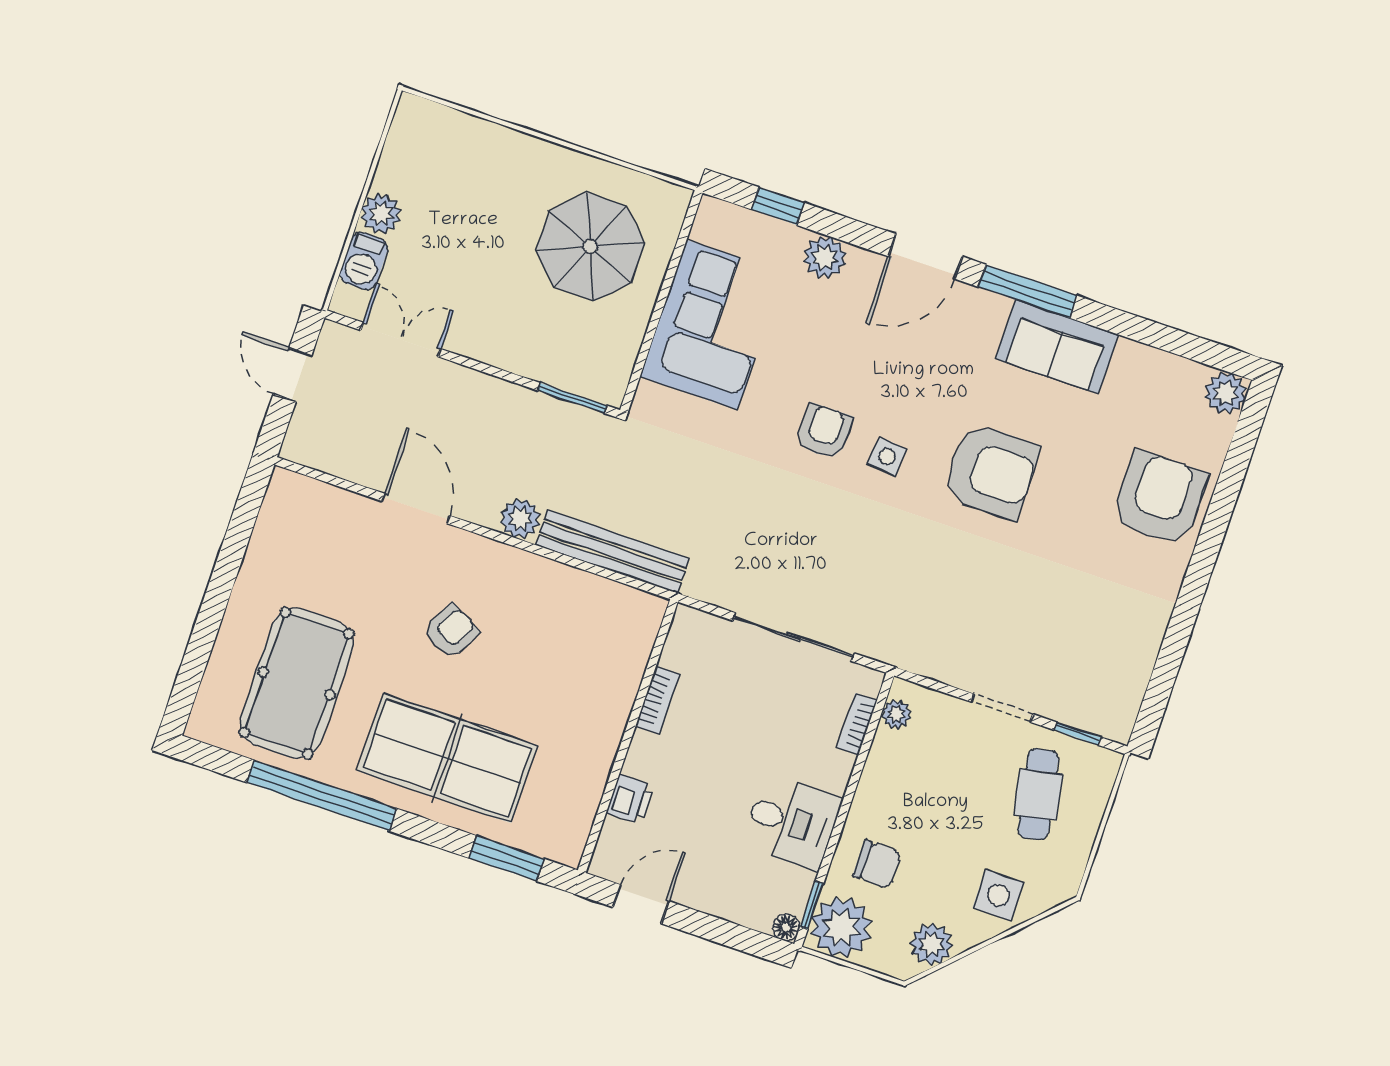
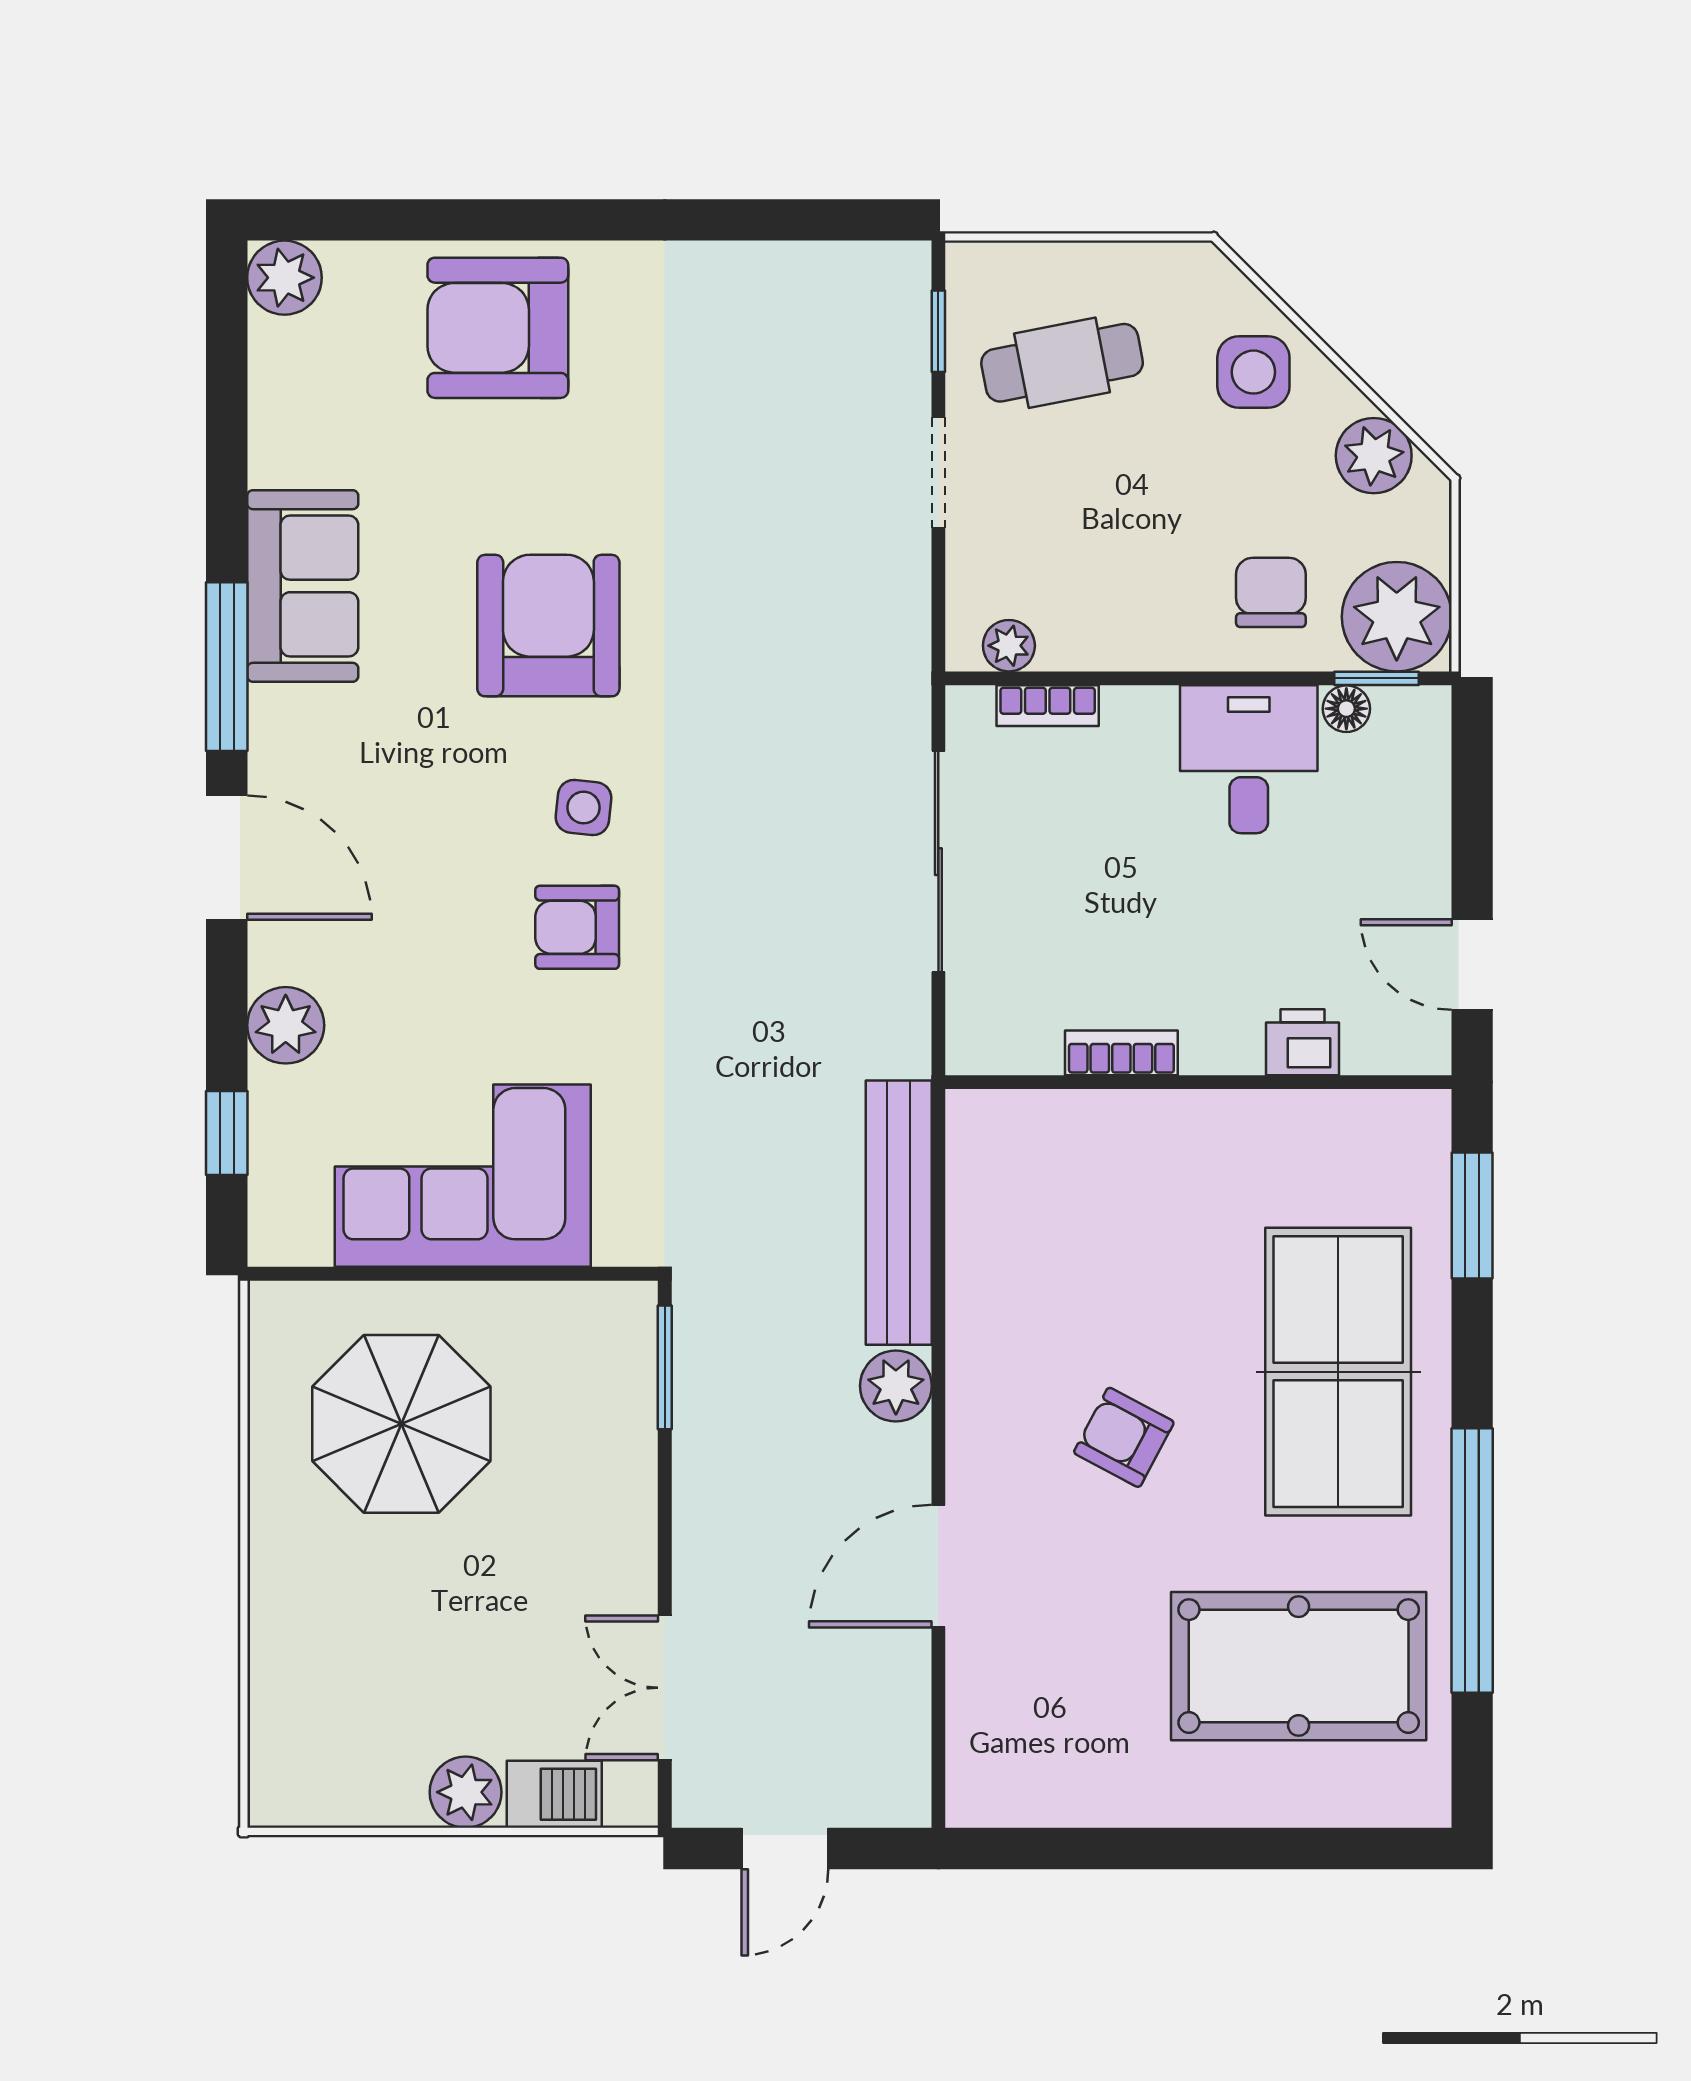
floor lamp: (786, 927) -> (1346, 709), moved

